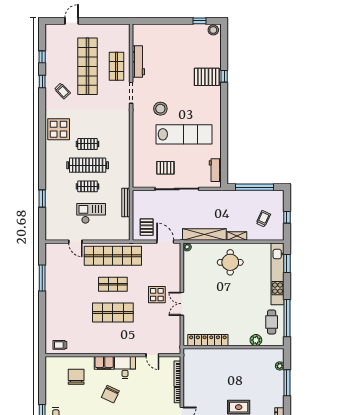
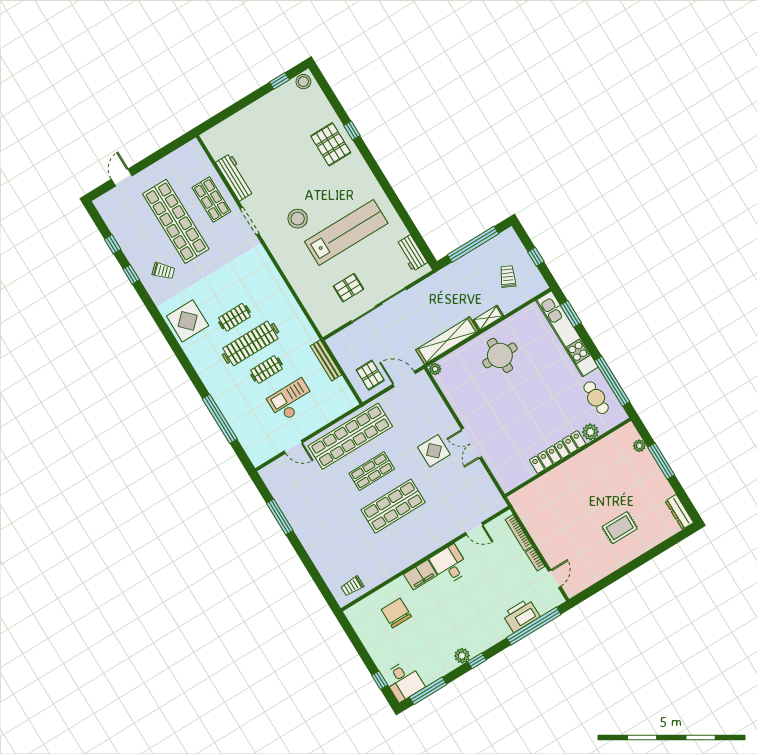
pallet: (207, 77) -> (331, 144), turned 90
window: (42, 199) -> (220, 419), width x2.11
locker: (208, 340) -> (558, 452), moved
chair: (110, 394) -> (452, 609), removed

